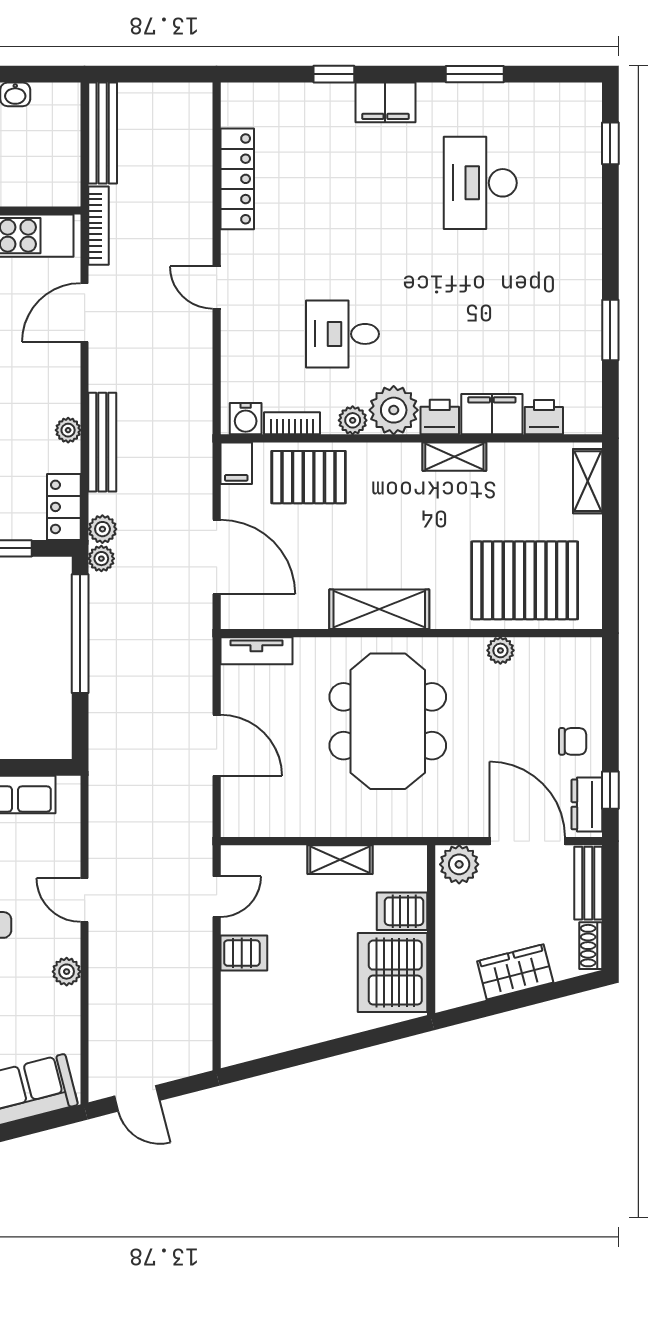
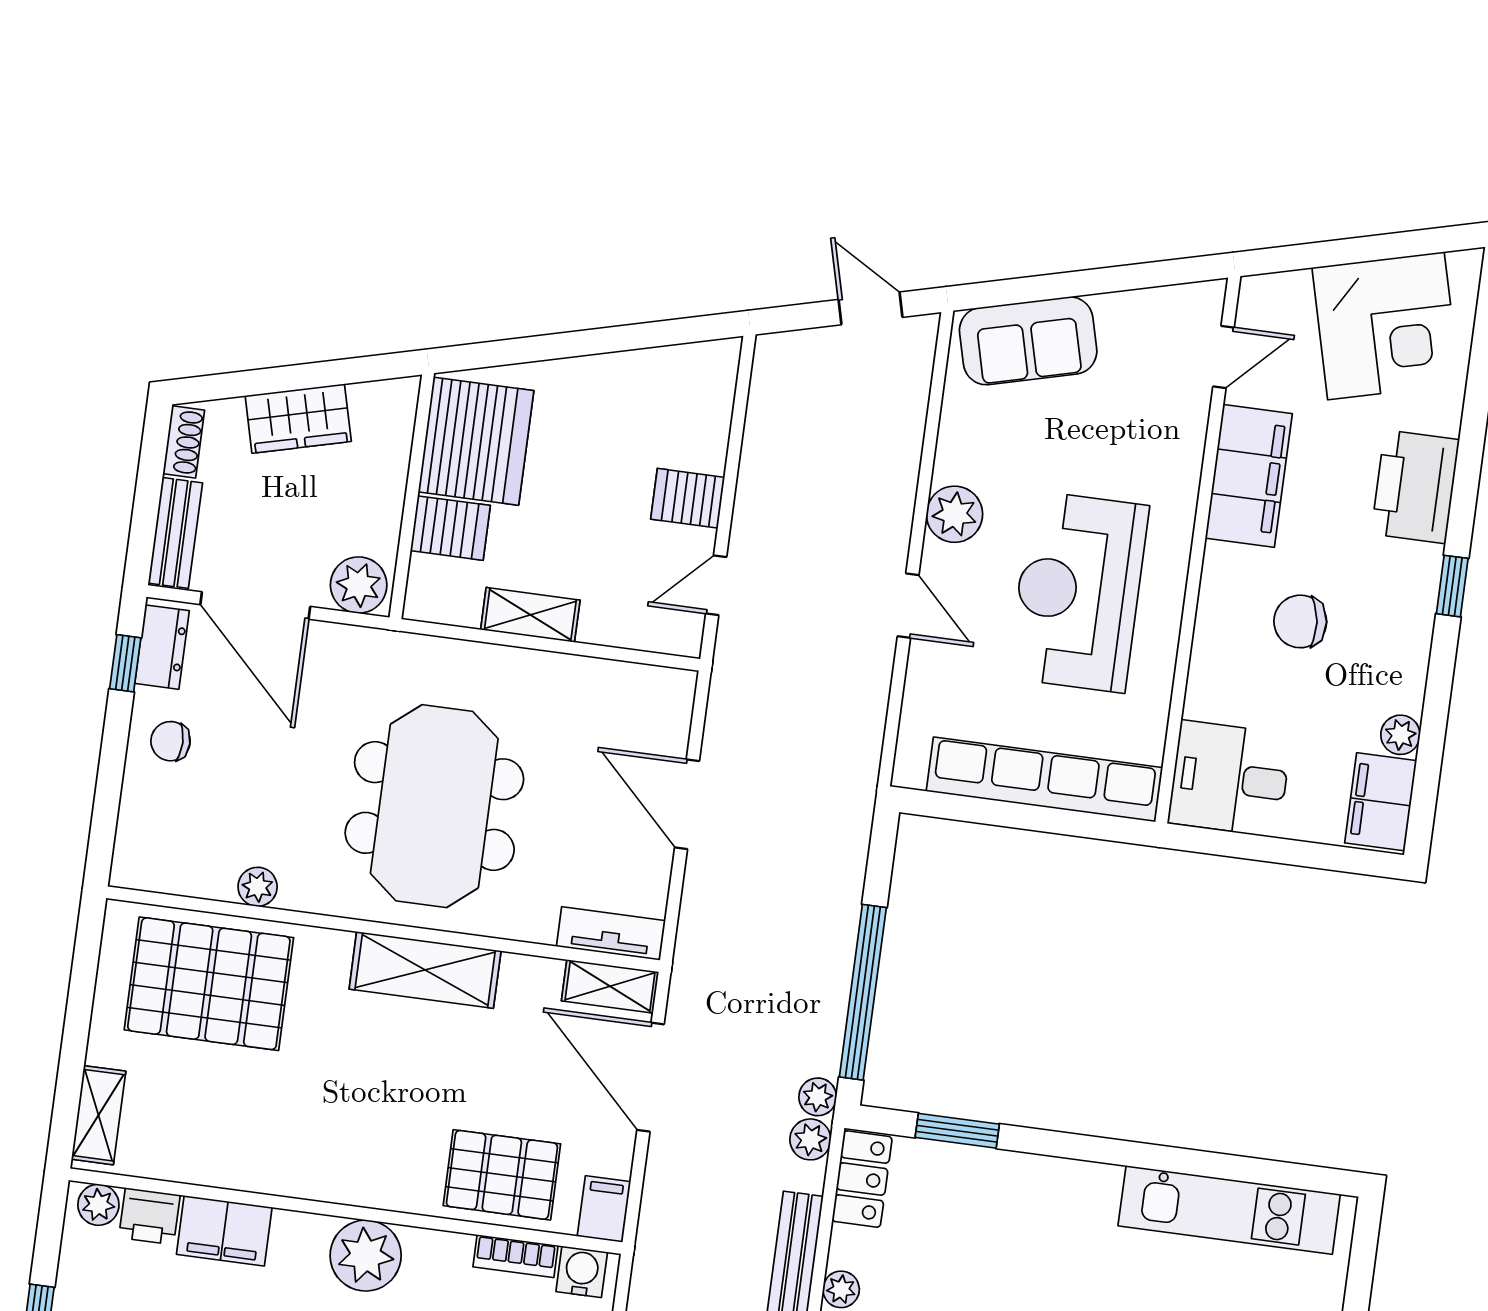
printer: (440, 417) -> (300, 1237), removed
plant: (353, 420) -> (98, 1205), moved
shelving: (454, 457) -> (610, 986), moved
plant: (67, 972) -> (954, 514), width x1.38, depth x1.38

